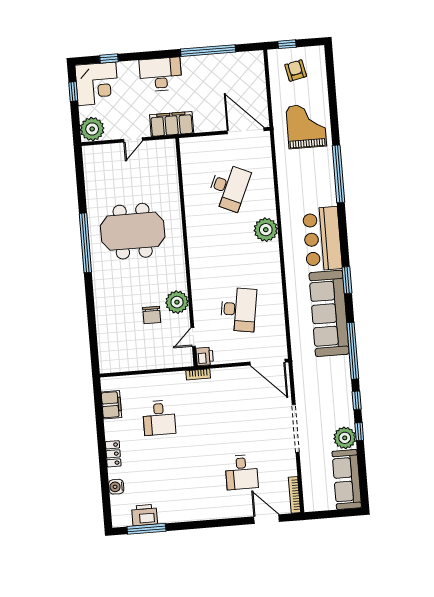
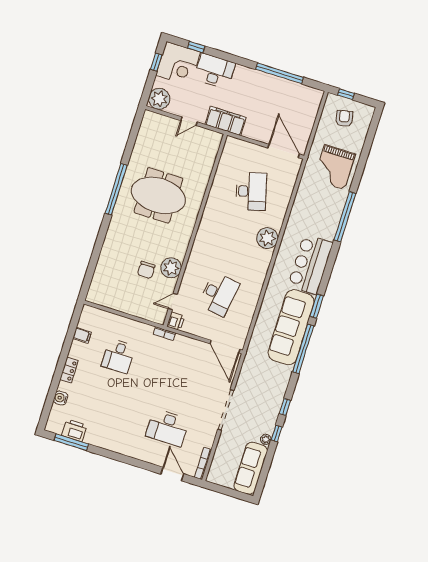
desk: (161, 74) -> (215, 71), moved
grand piano: (306, 126) -> (334, 167), turned 180
desk: (229, 187) -> (251, 191), turned -39
window: (353, 351) -> (303, 349), moved
filing cabinet: (111, 405) -> (82, 335), width x0.50
plant: (345, 438) -> (266, 439), width x0.53, depth x0.53
desk: (242, 472) -> (167, 428), width x1.37

